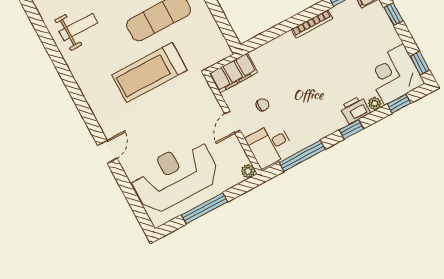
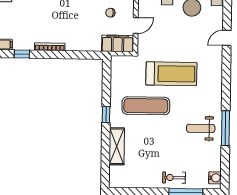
window: (49, 44) -> (226, 128), added
door: (233, 122) -> (136, 26), moved

